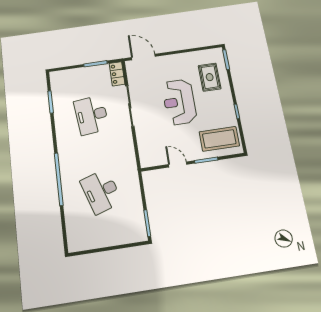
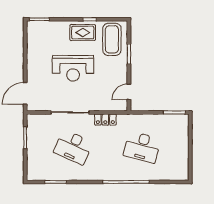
locker: (117, 74) -> (105, 119), moved
rug: (210, 77) -> (83, 32), moved
desk: (91, 115) -> (73, 147), turned 30
door: (178, 164) -> (129, 92), moved
desk: (101, 191) -> (142, 147), turned 33

